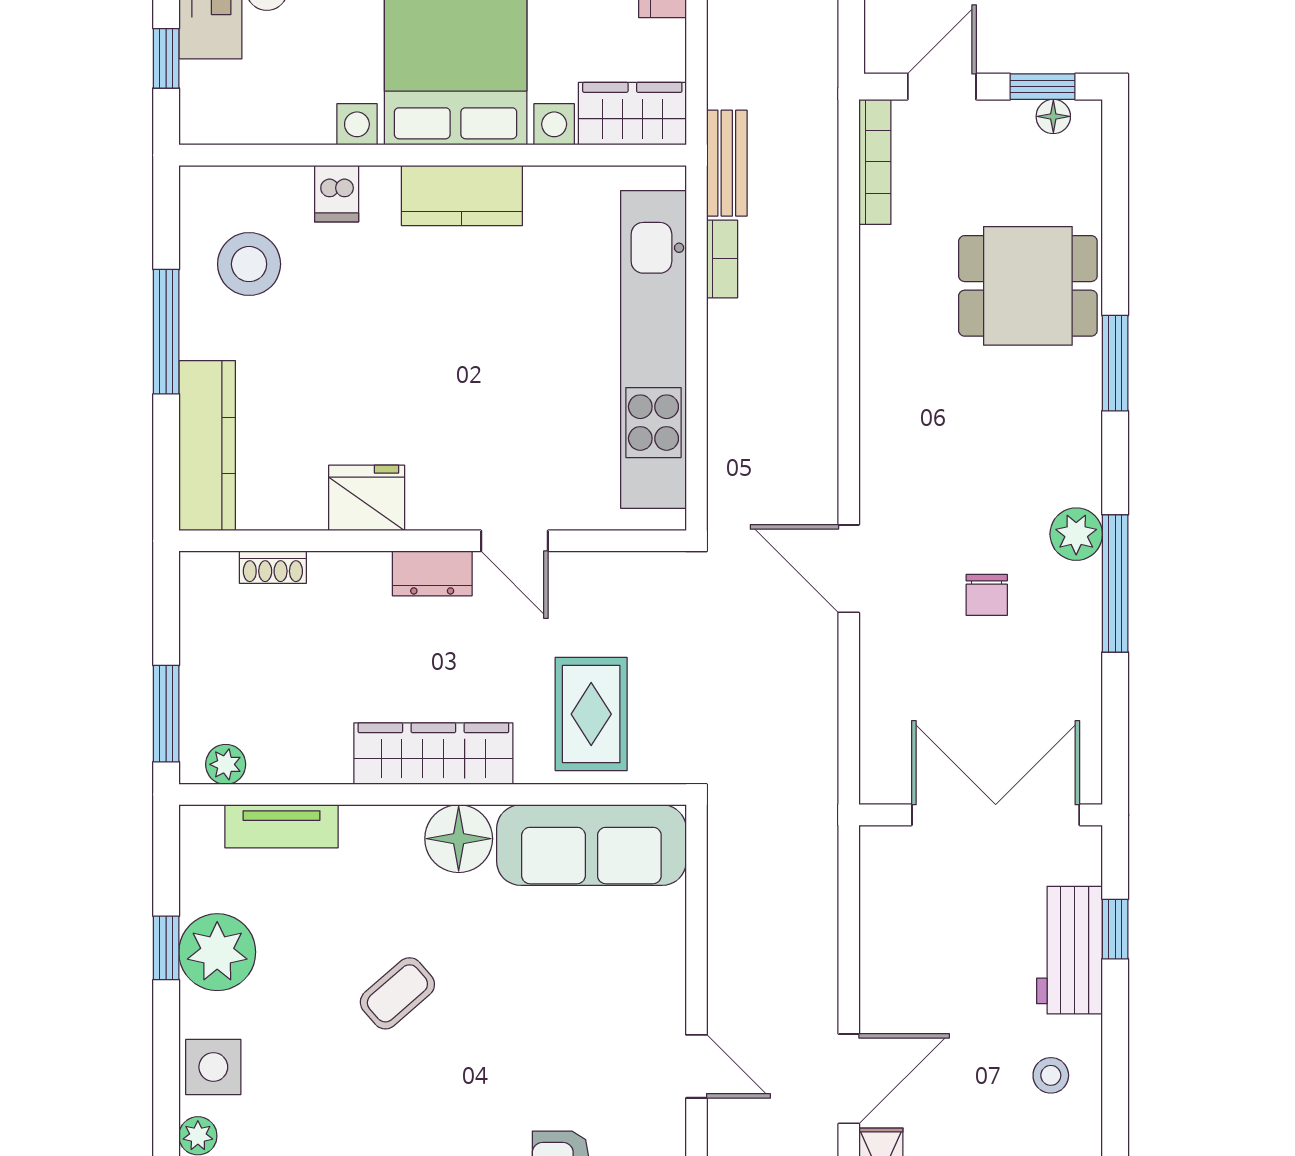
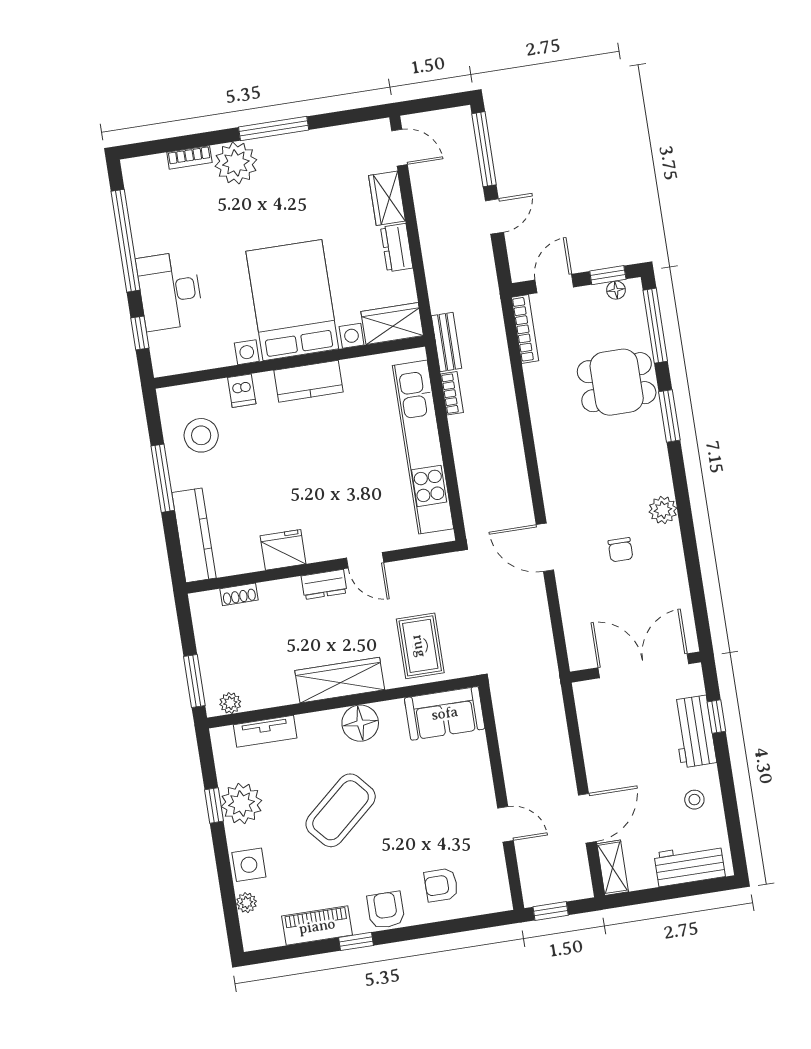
window: (1115, 583) -> (655, 326), moved
sofa: (591, 845) -> (445, 713), width x0.73
coffee table: (397, 993) -> (341, 810), width x1.86, depth x1.72

